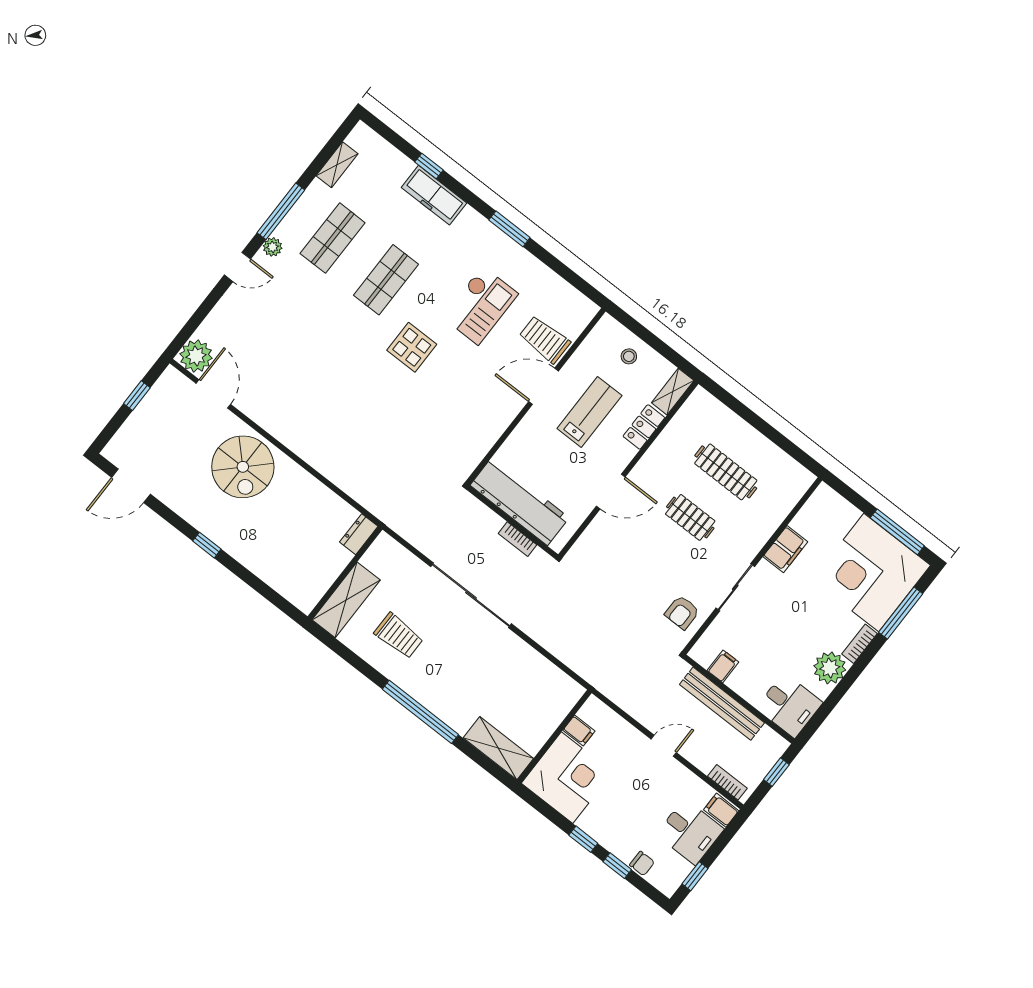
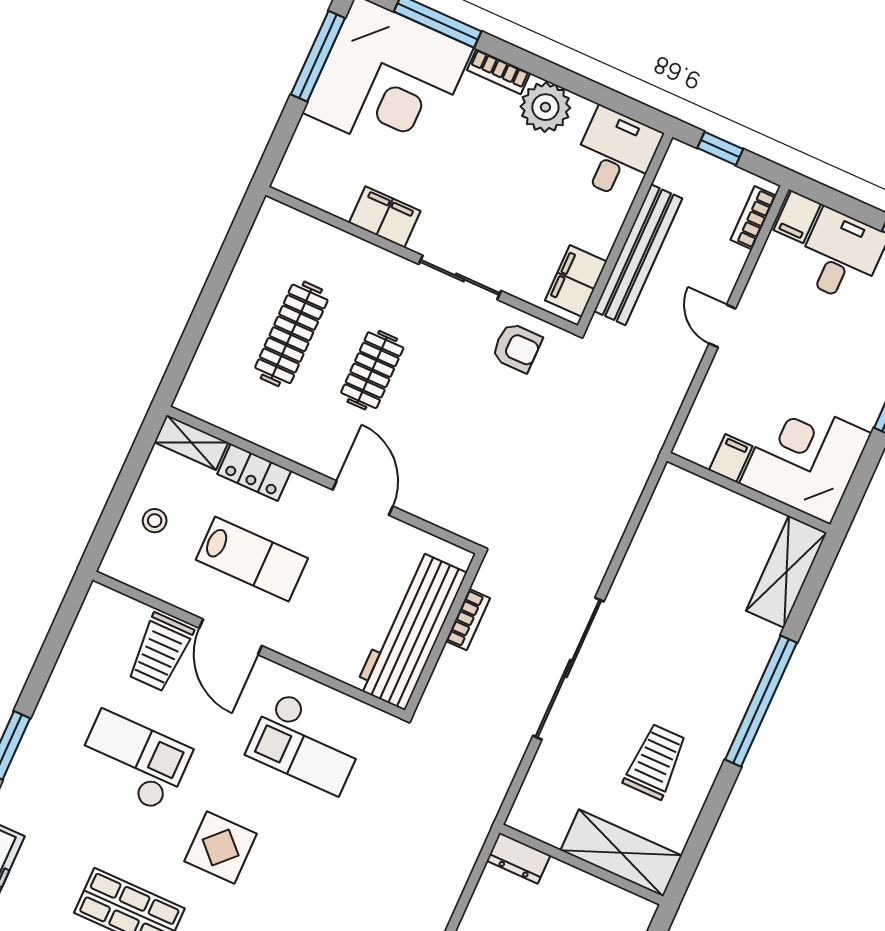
lab bench: (589, 412) -> (252, 559), turned 180
checkout: (465, 418) -> (306, 743), added
filing cabinet: (723, 666) -> (576, 281), width x2.00

